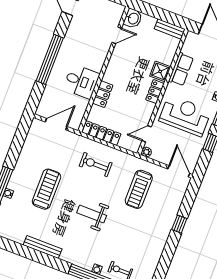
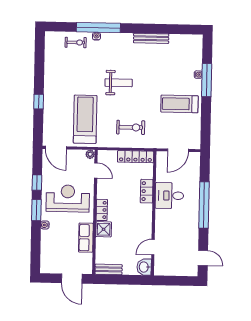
reception desk: (185, 116) -> (68, 198), turned 180
door: (147, 134) -> (96, 170), hinge flipped
treadmill: (46, 189) -> (179, 104), moved, turned 90
treadmill: (139, 189) -> (85, 119), width x1.37, depth x1.38

